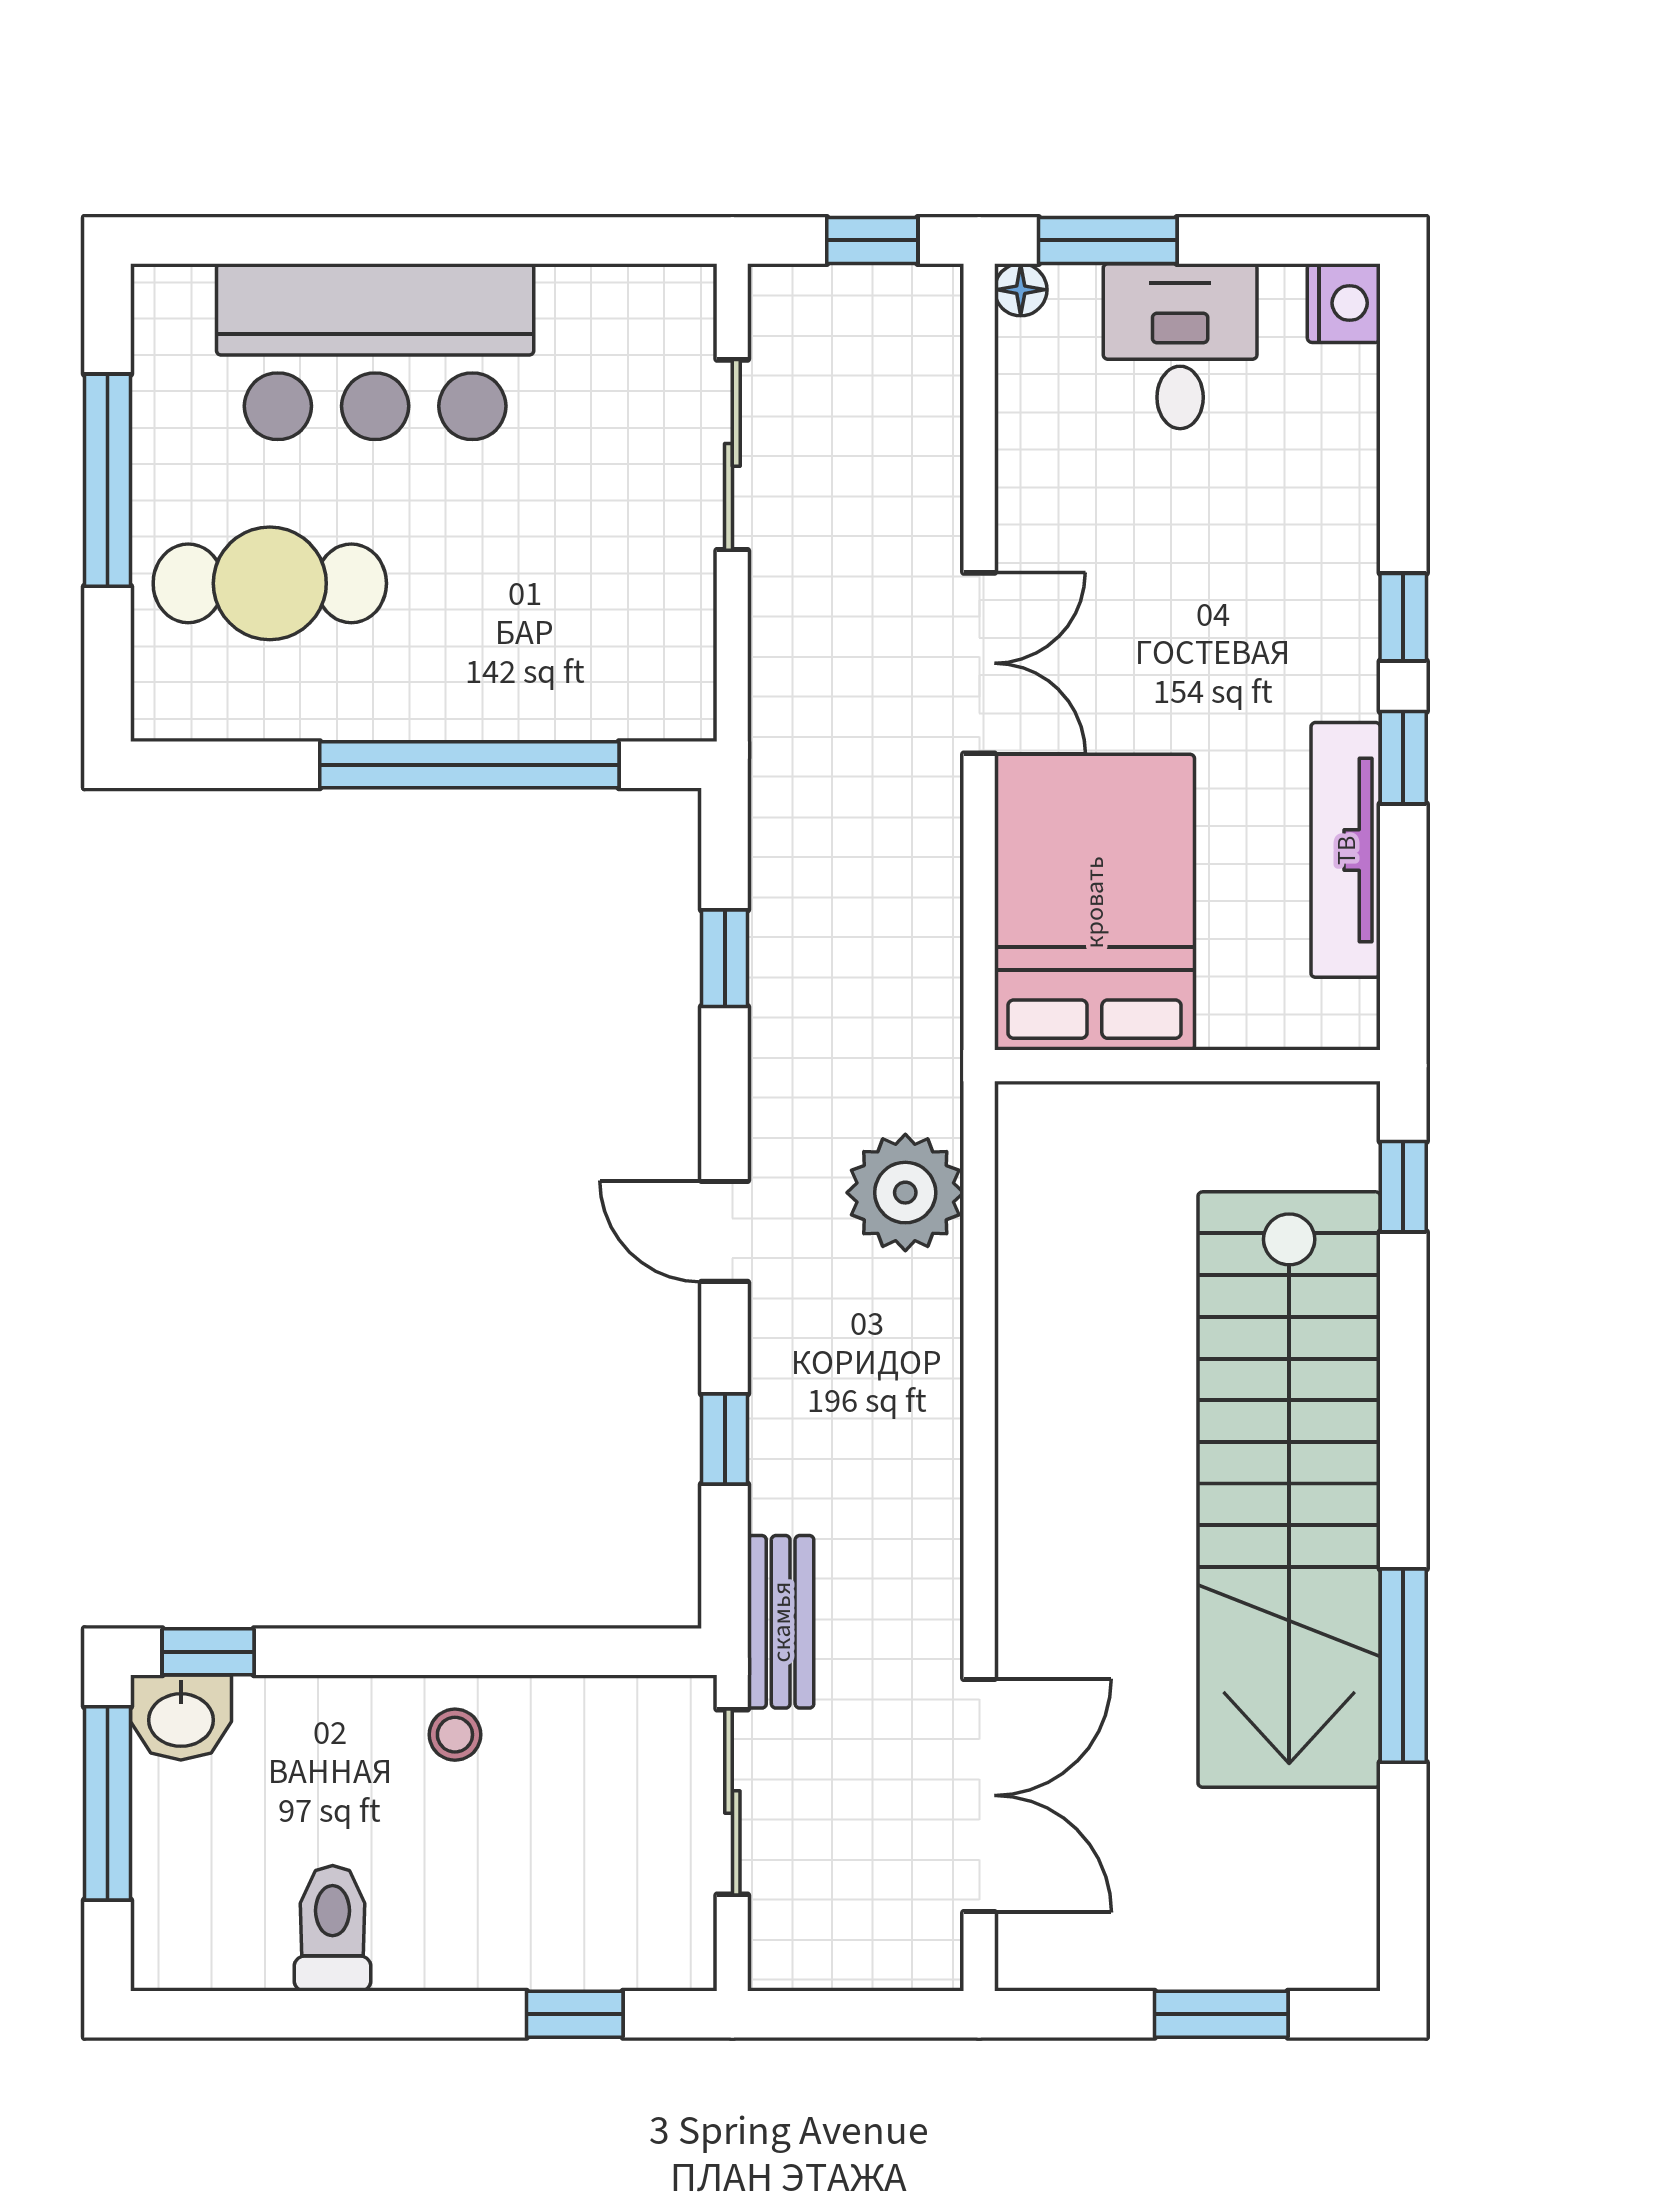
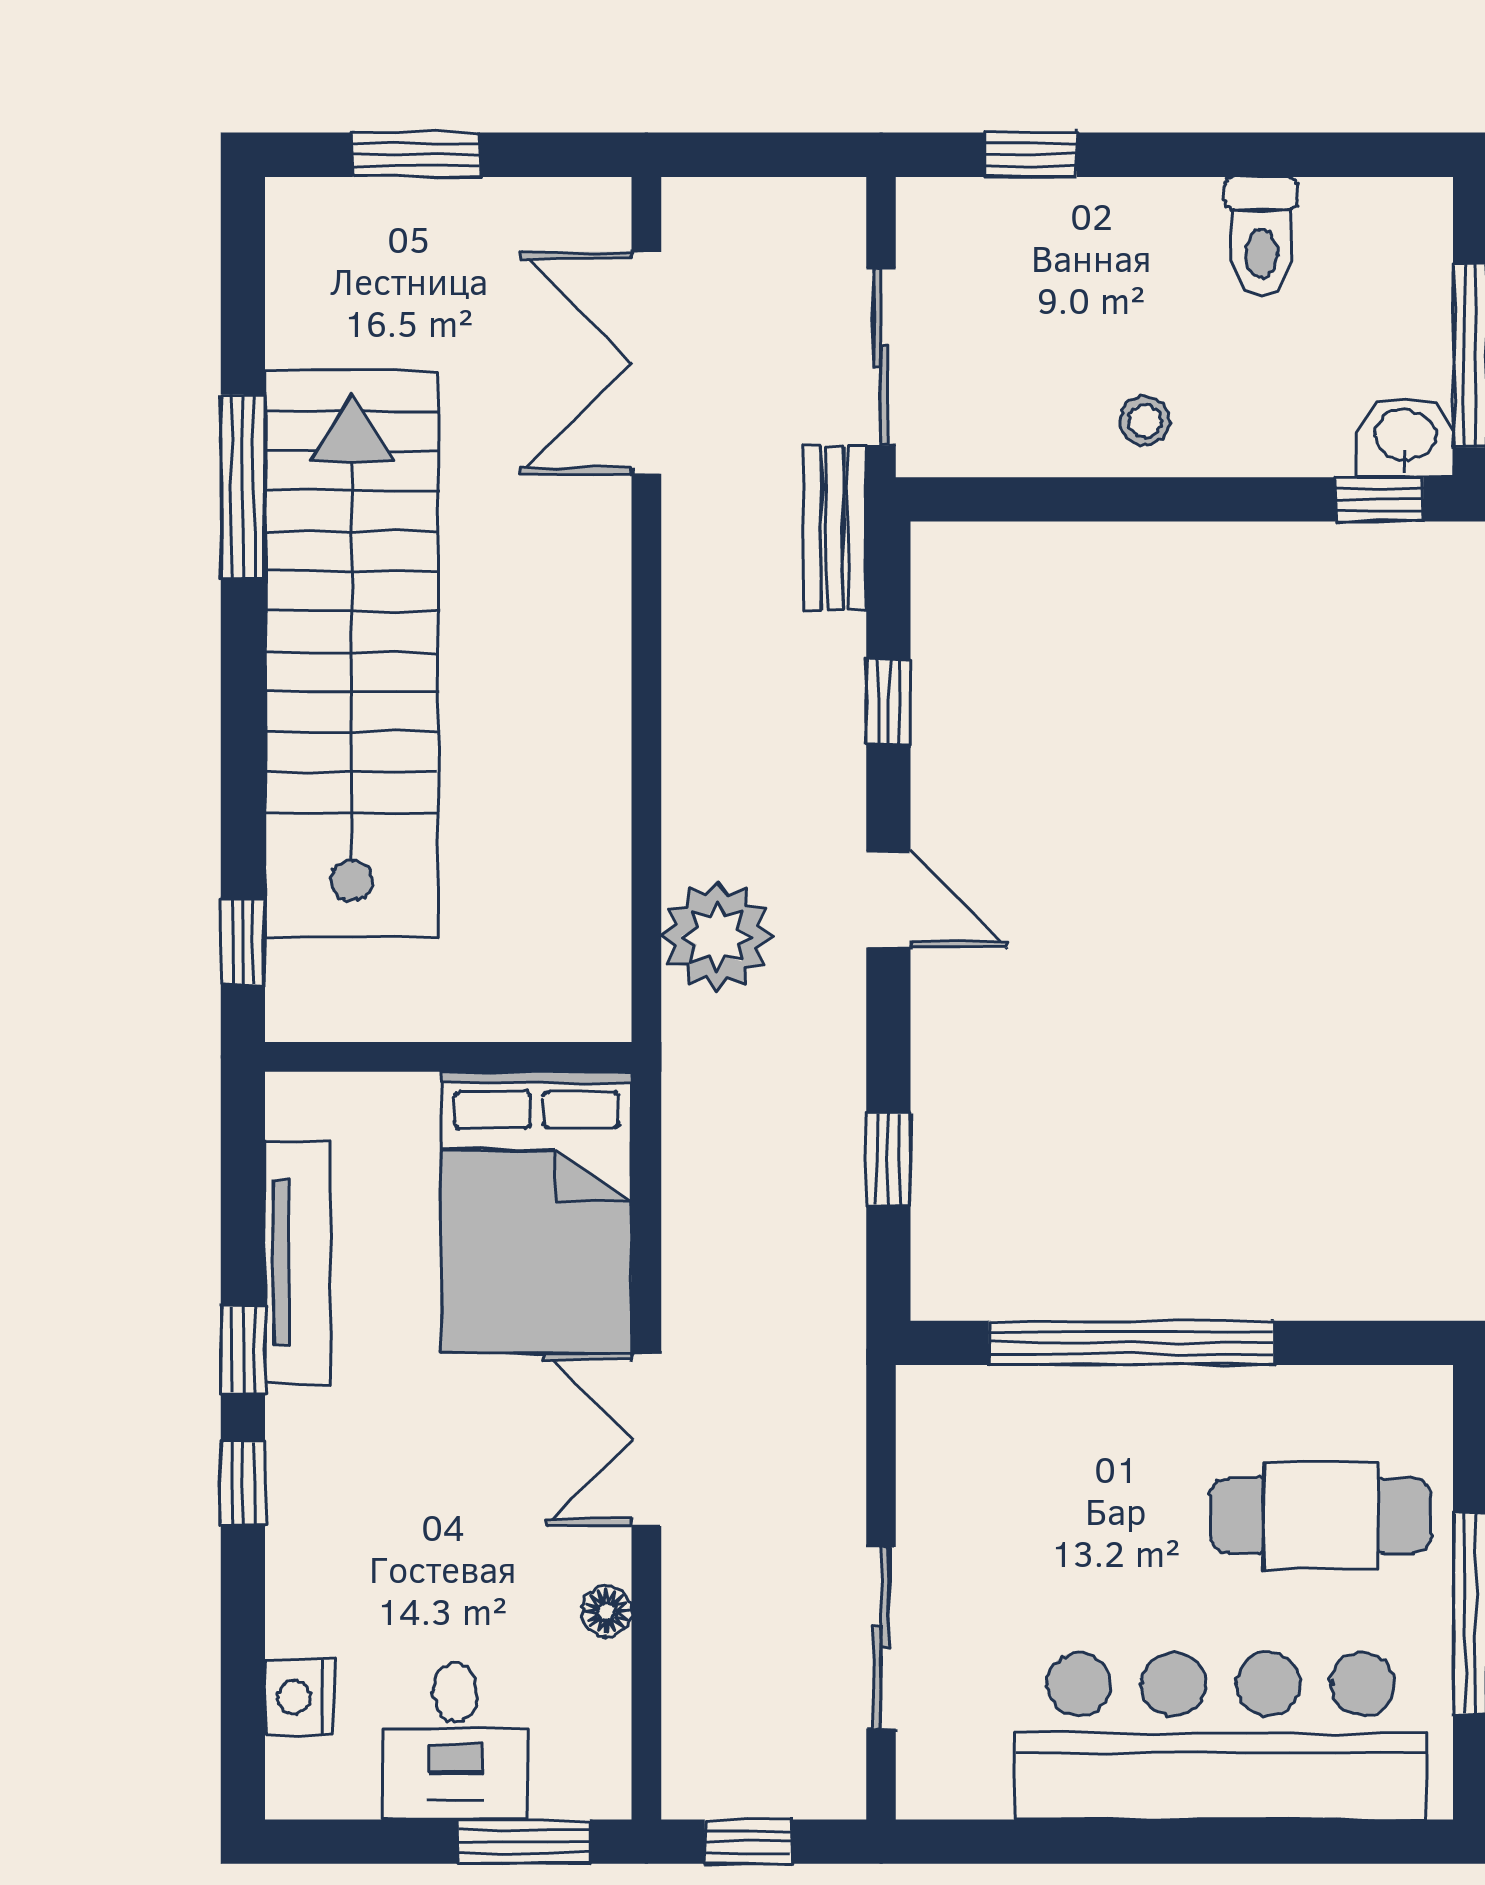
floor lamp: (1021, 290) -> (607, 1611), moved
nightstand: (1344, 303) -> (300, 1697), moved
bar counter: (375, 352) -> (1221, 1736), width x1.36

